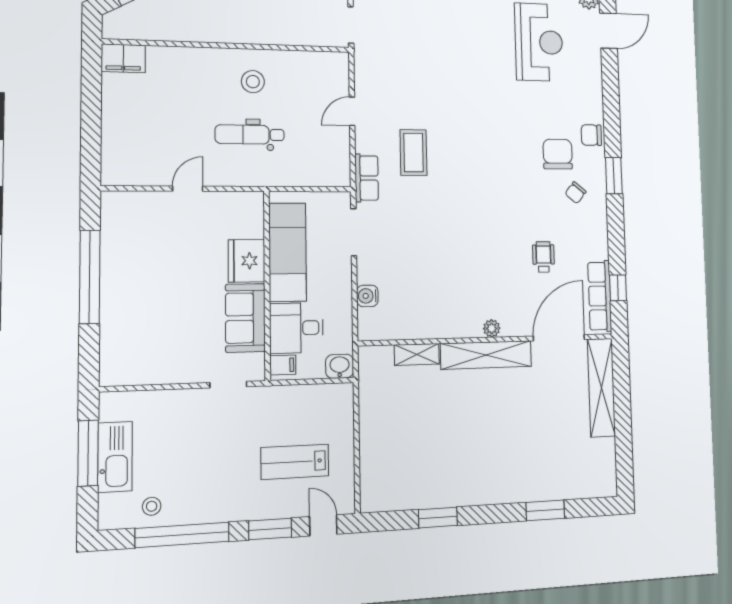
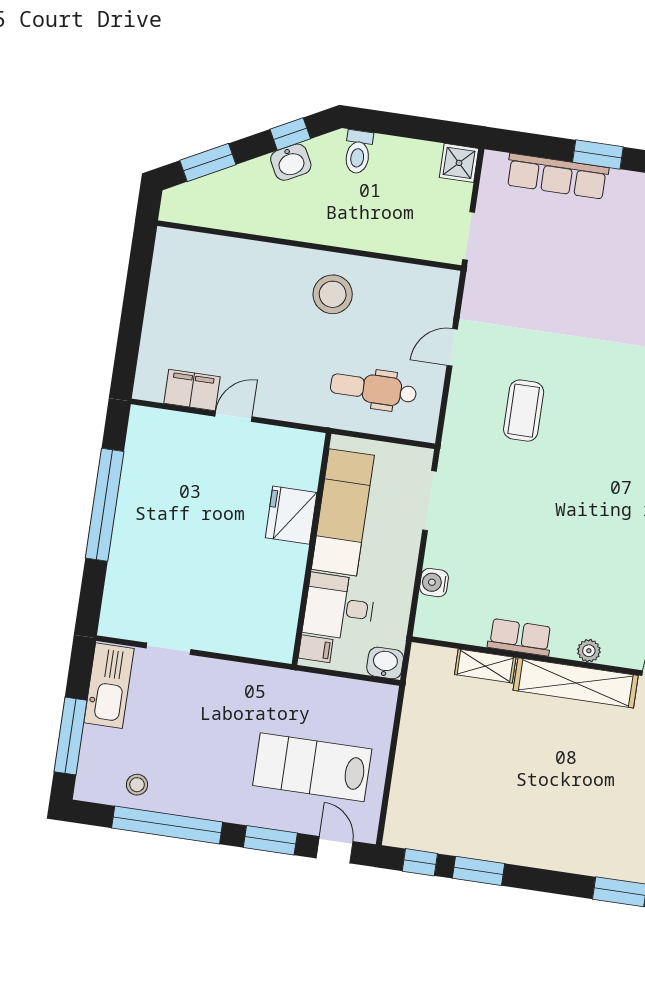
filing cabinet: (123, 58) -> (192, 390), moved, turned 180
stool: (253, 82) -> (333, 294), width x1.38, depth x1.38
dental chair: (250, 135) -> (373, 389), moved
row of seats: (367, 178) -> (520, 637), moved, turned -90
sofa: (245, 318) -> (279, 584), removed
doorway: (228, 385) -> (169, 649), moved
window: (88, 453) -> (70, 736), moved
kitchen sink: (115, 457) -> (109, 686), moved
lab bench: (295, 462) -> (312, 767), width x1.36, depth x1.39
window: (392, 521) -> (420, 862), added

